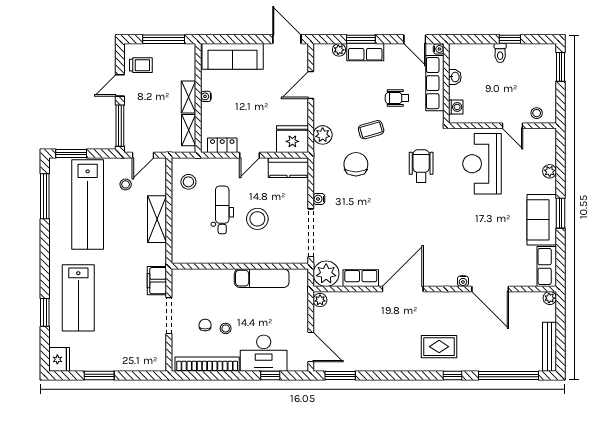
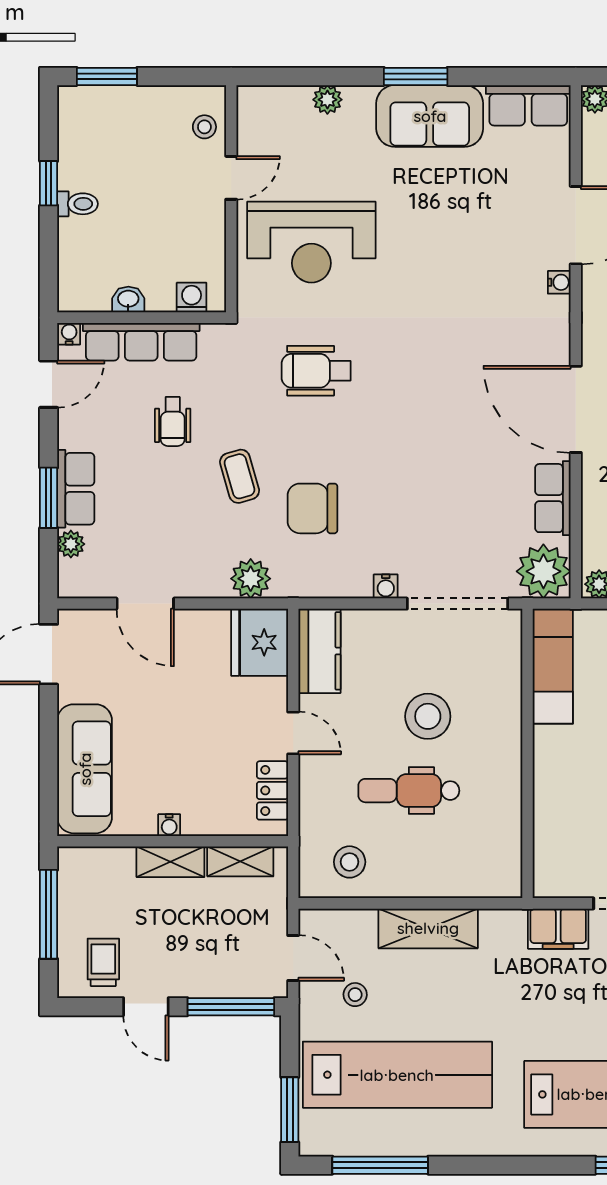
exam couch: (262, 278) -> (553, 666), moved

